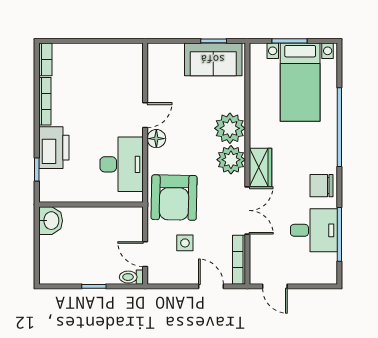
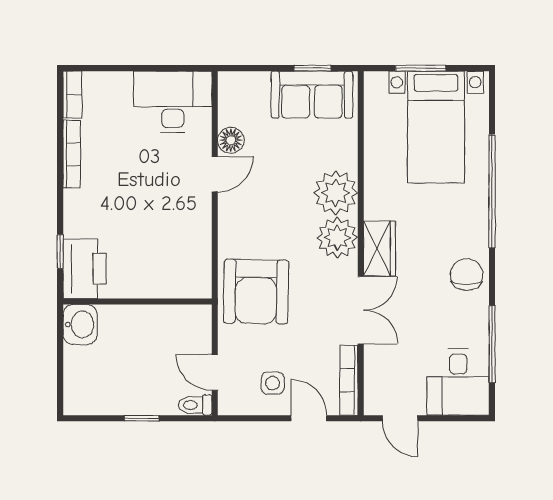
floor lamp: (156, 139) -> (231, 140), moved
printer: (54, 148) -> (85, 269), moved
desk: (122, 164) -> (173, 102), moved, turned -90
chair: (321, 186) -> (466, 275), turned 90
desk: (314, 230) -> (458, 382), moved, turned 90
side table: (185, 243) -> (273, 383), moved

